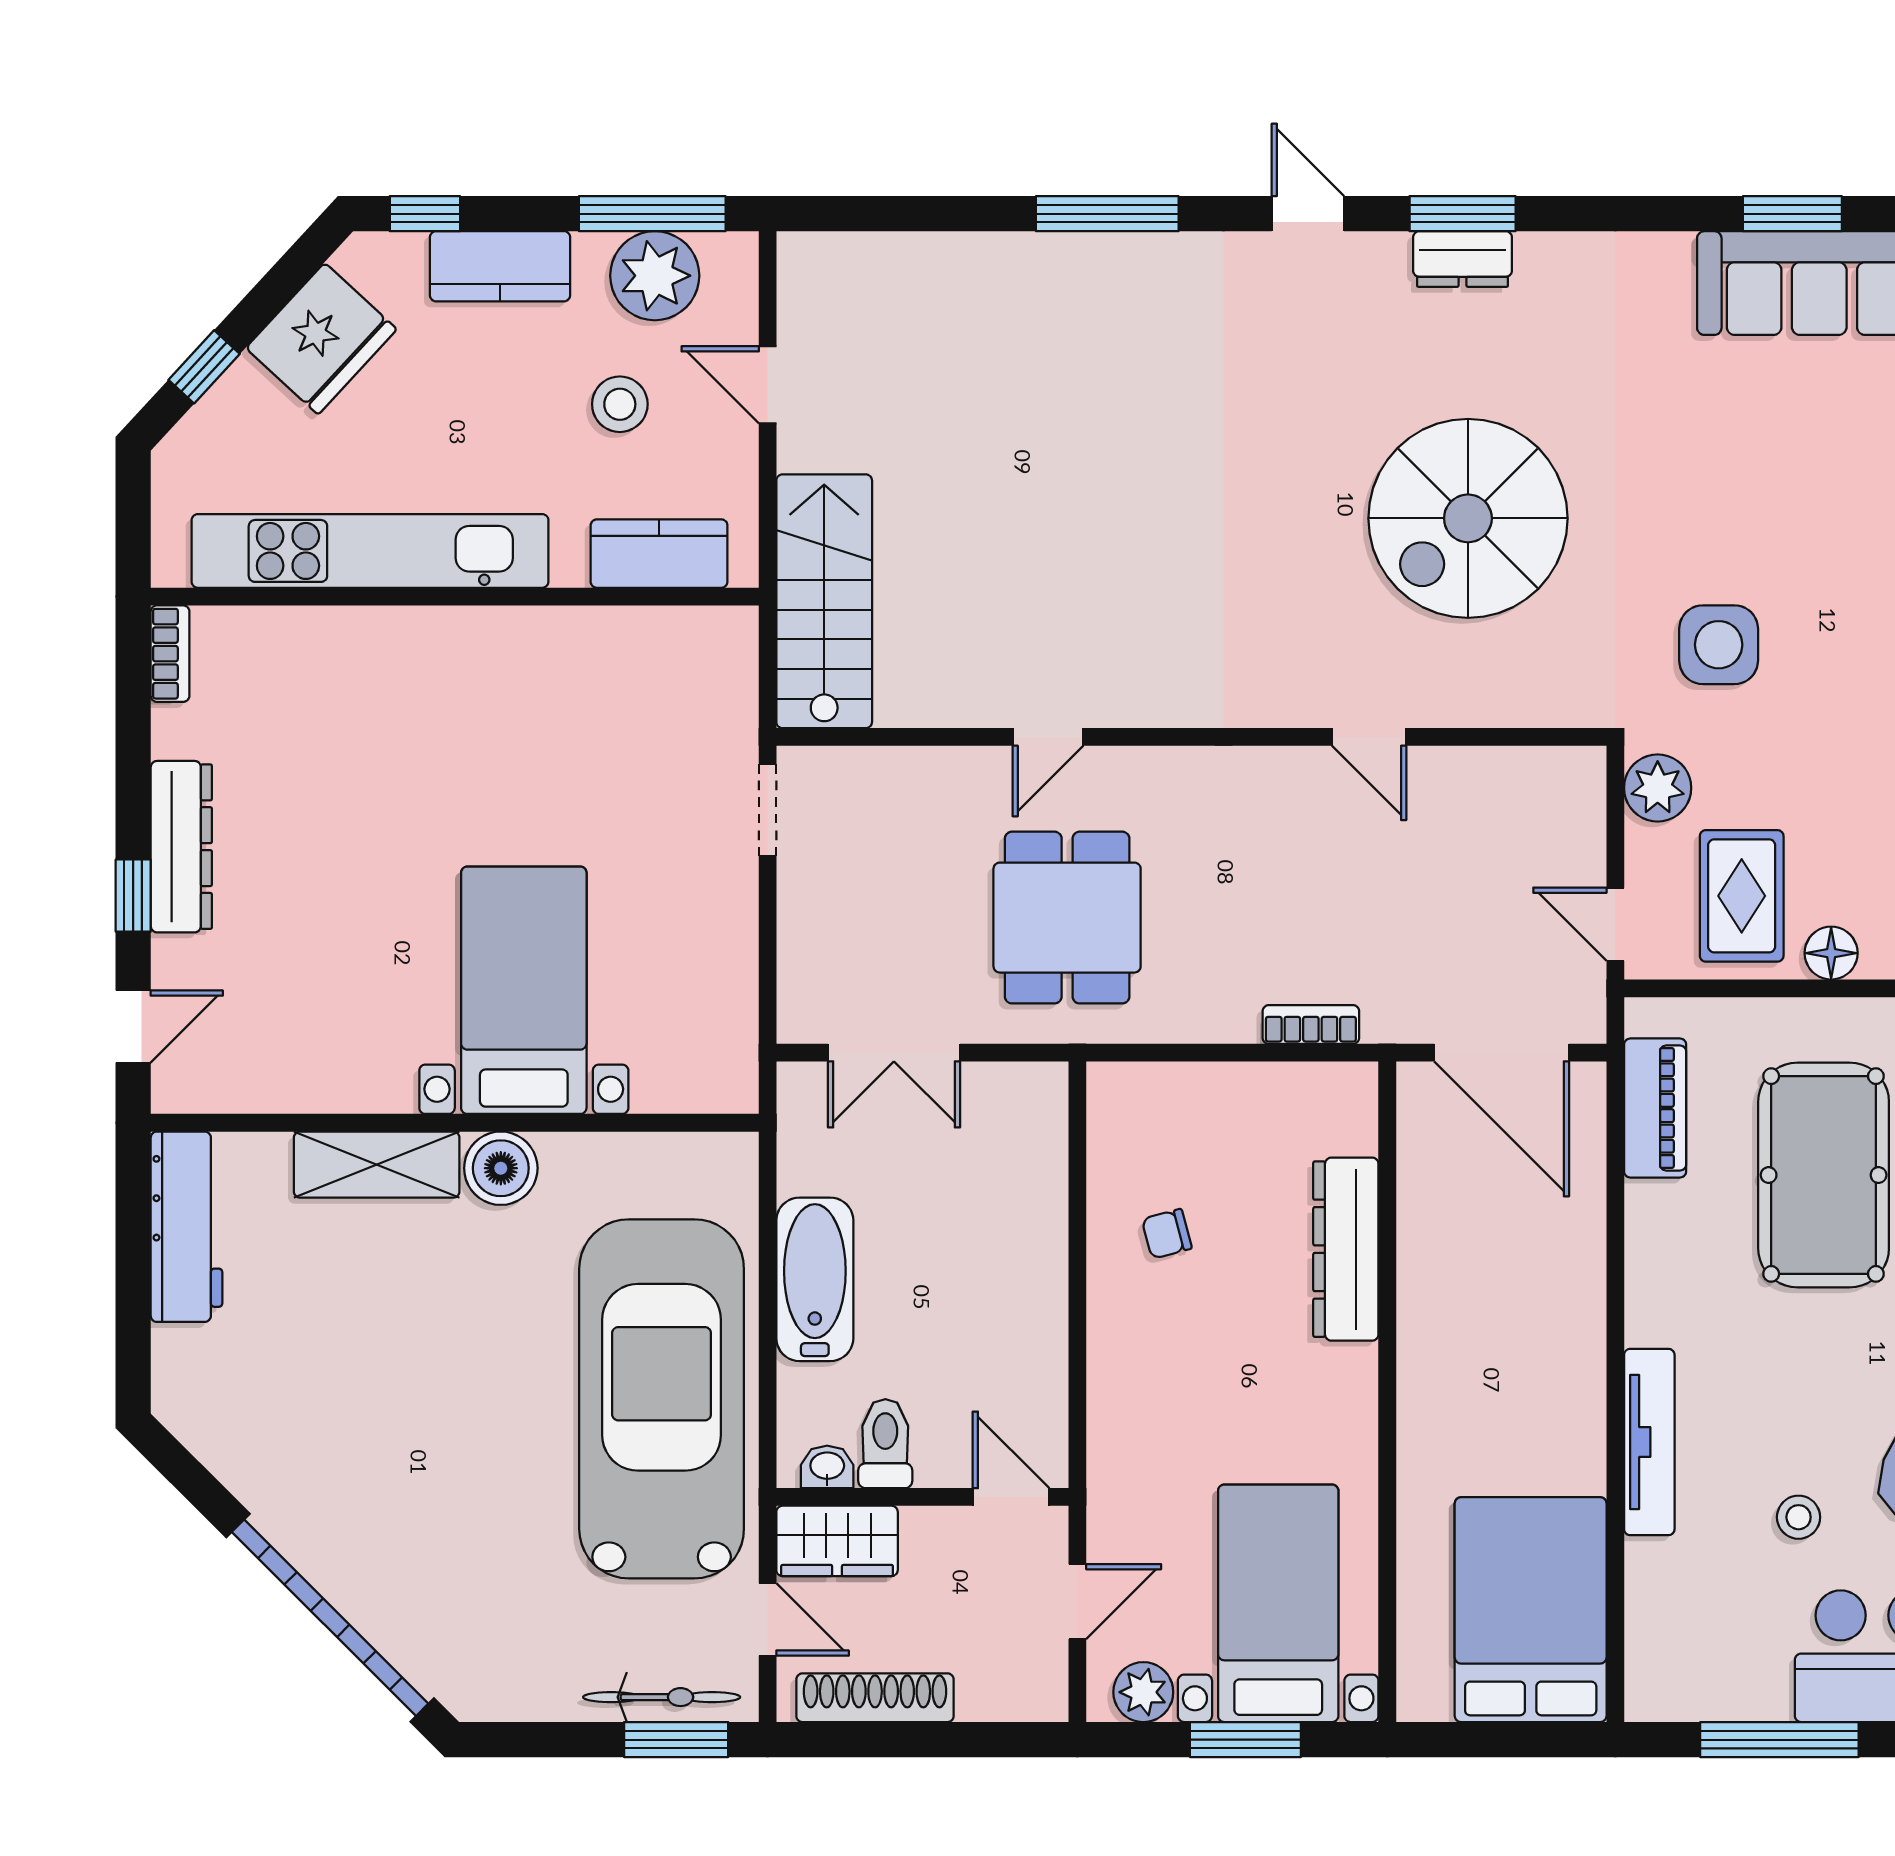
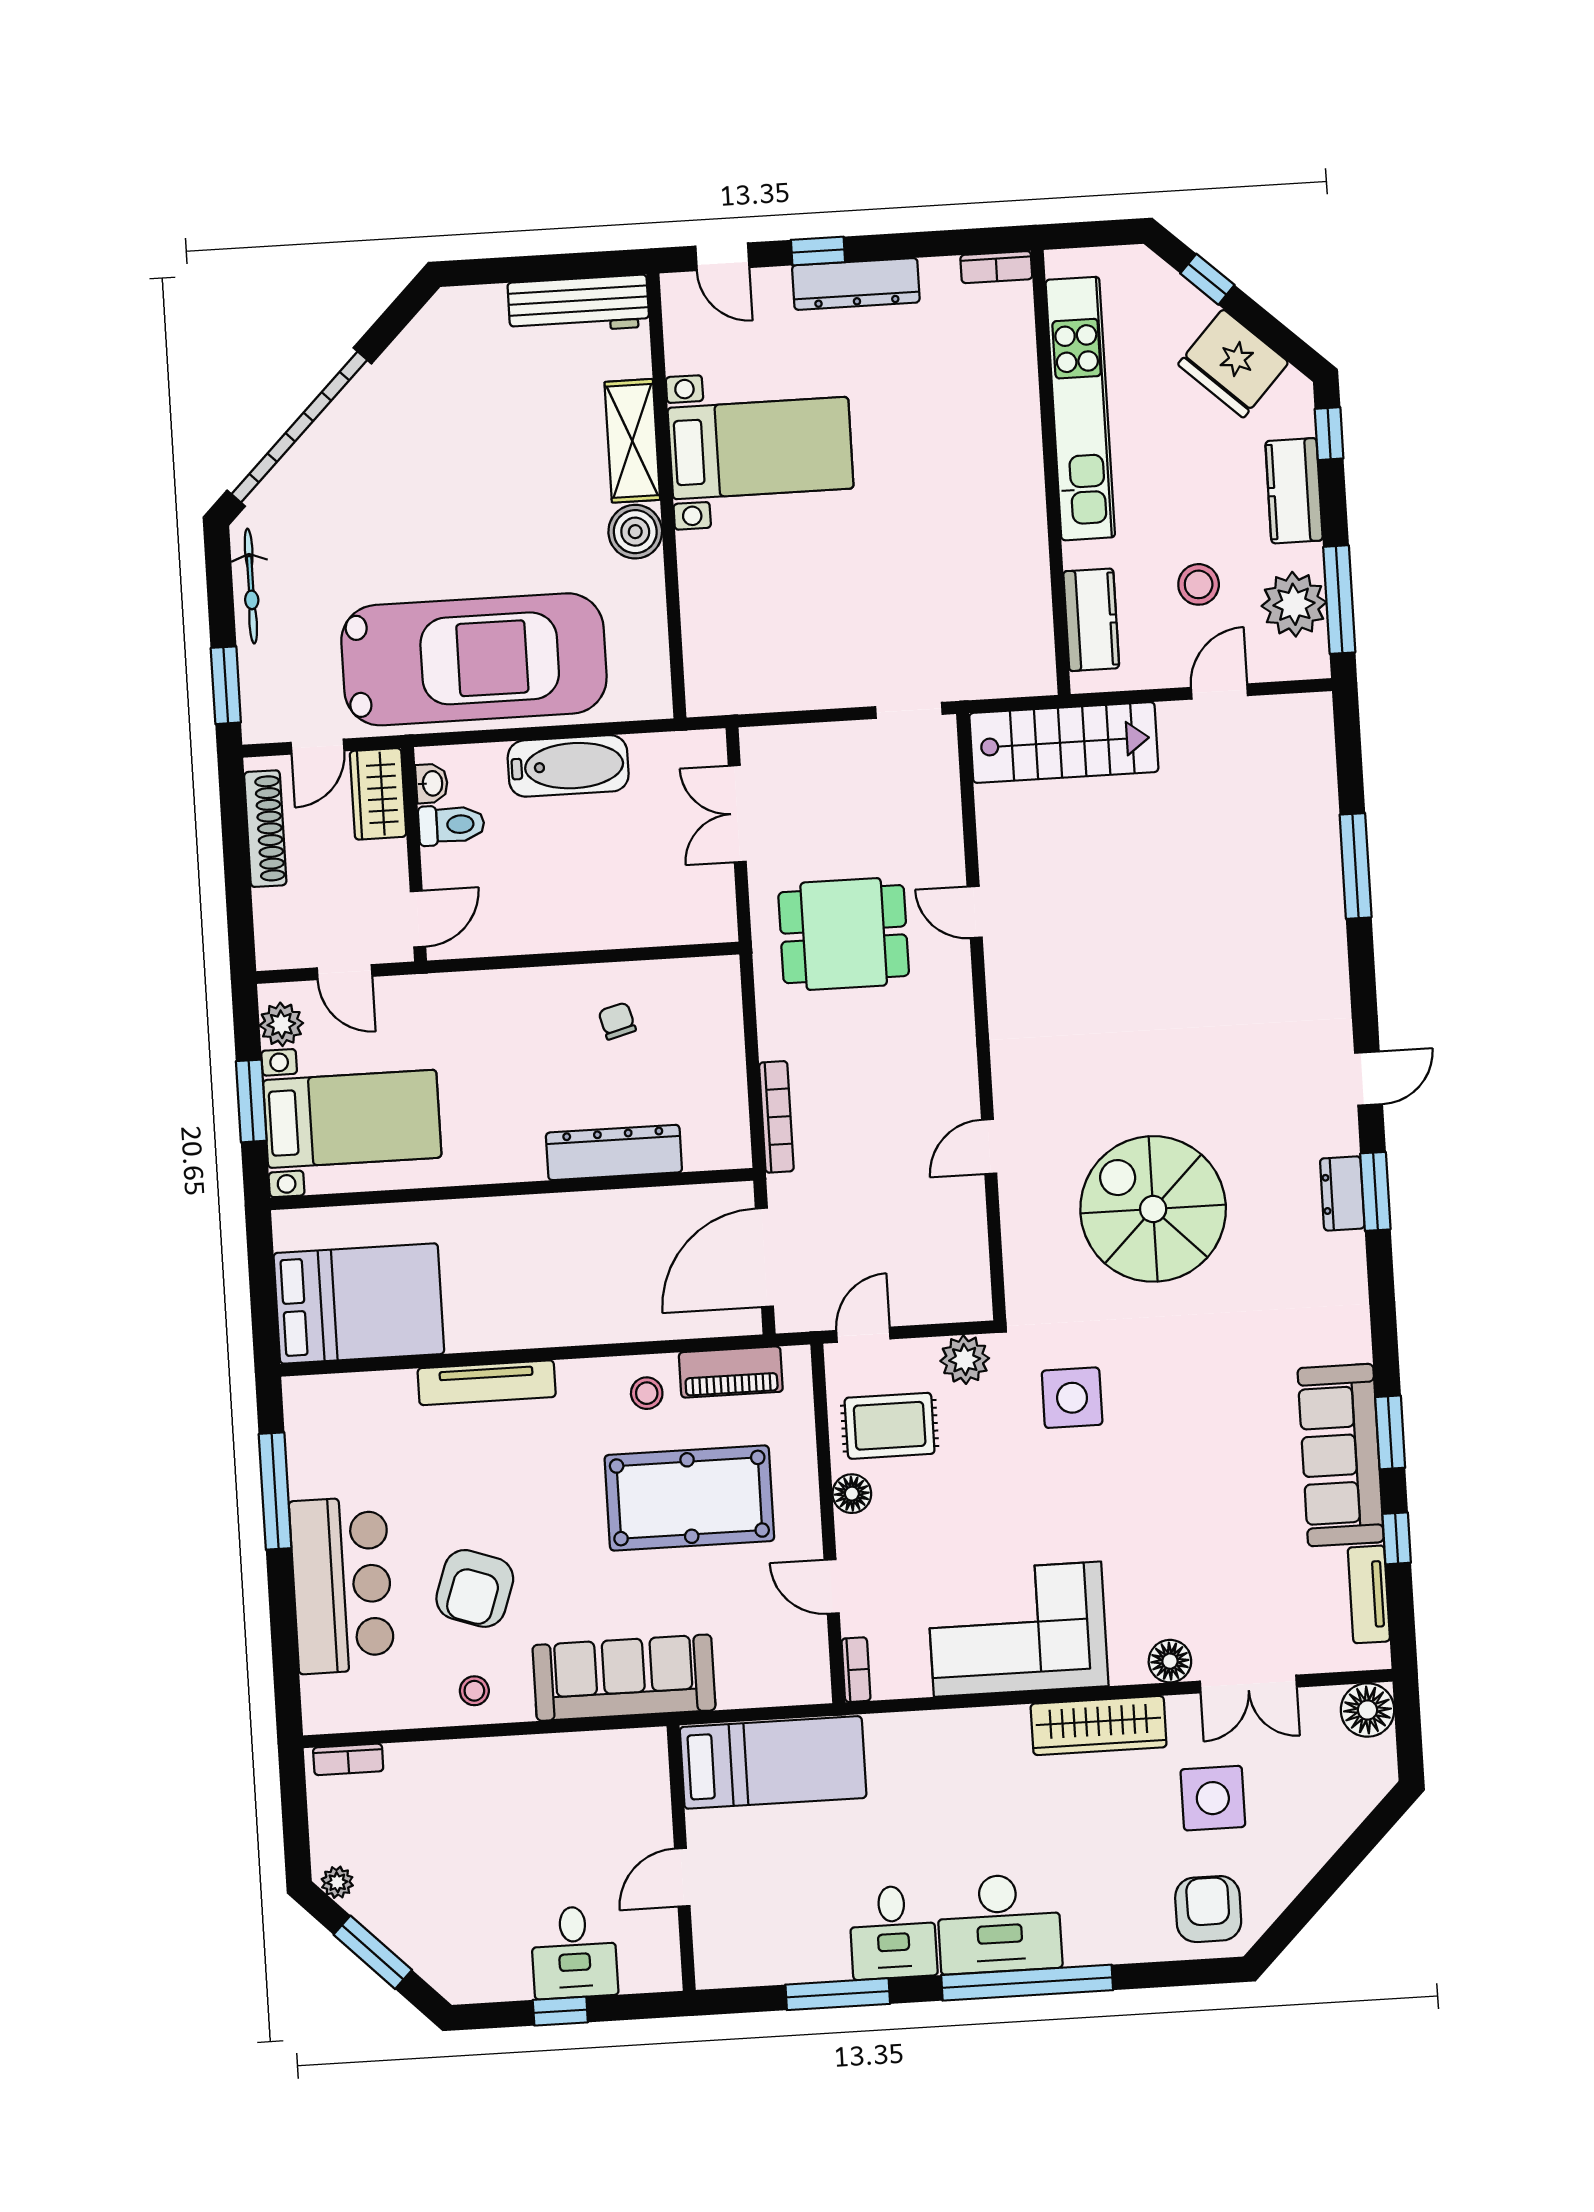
window: (1107, 214) -> (1356, 866), moved
bed with nightstands: (524, 990) -> (761, 448), moved
bookcase: (1311, 1025) -> (776, 1117), width x1.56
stool: (1799, 1517) -> (647, 1393), moved
bicycle: (662, 1697) -> (251, 586), moved

